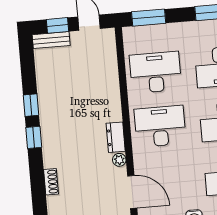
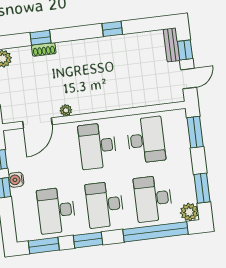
desk: (160, 126) -> (98, 146), turned 180
window: (34, 137) -> (40, 38), moved
dresser: (116, 137) -> (86, 106), removed

